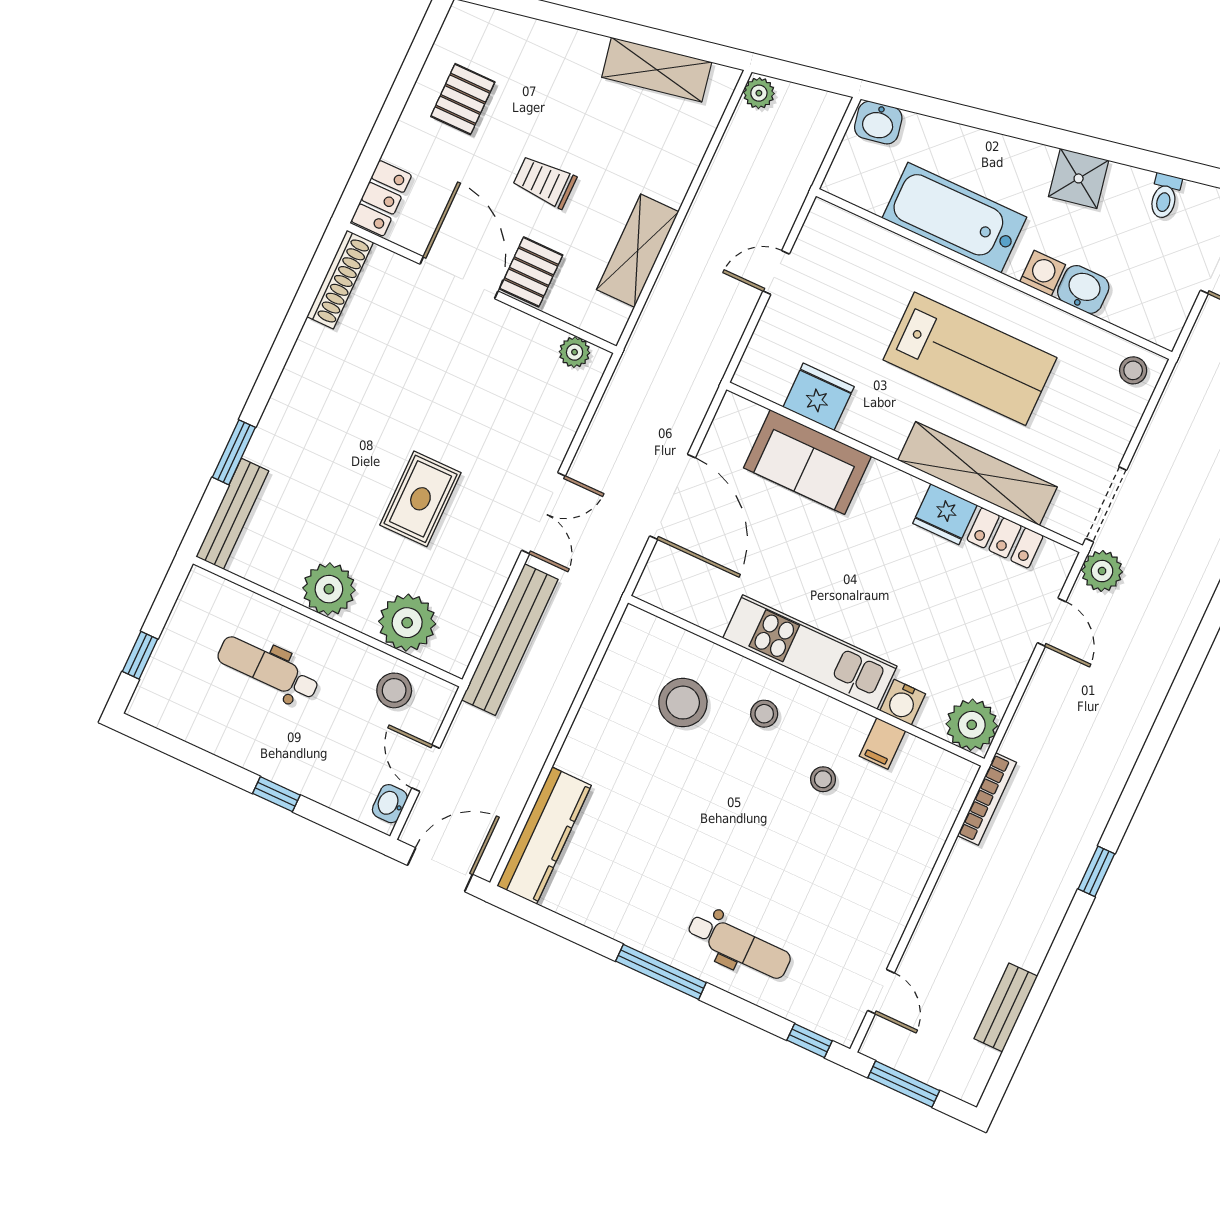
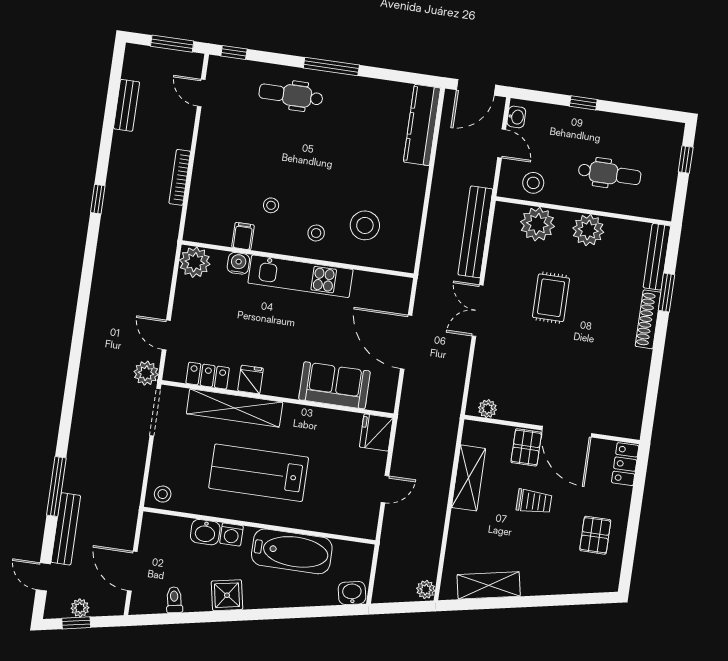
shoe rack: (340, 279) -> (648, 319), moved
fridge: (819, 397) -> (376, 432), moved, turned 90
fridge: (945, 514) -> (251, 379), width x0.72
bookcase: (987, 799) -> (180, 177), moved

